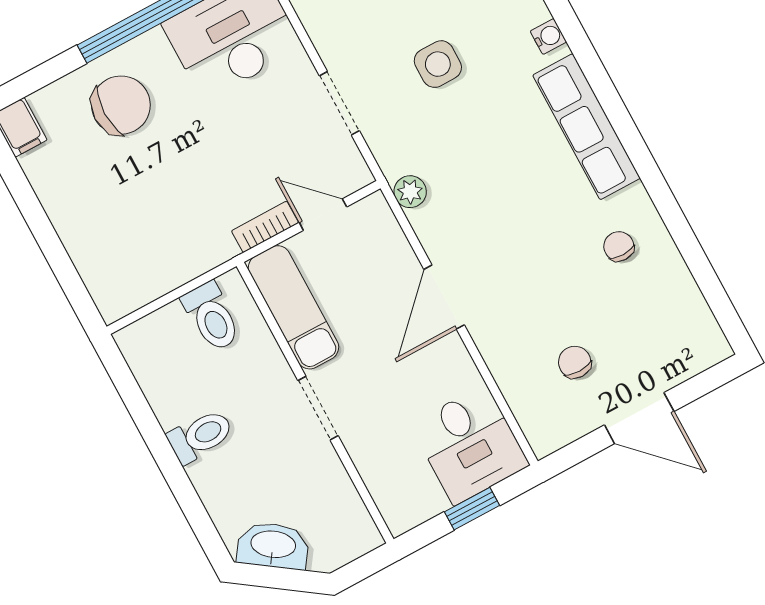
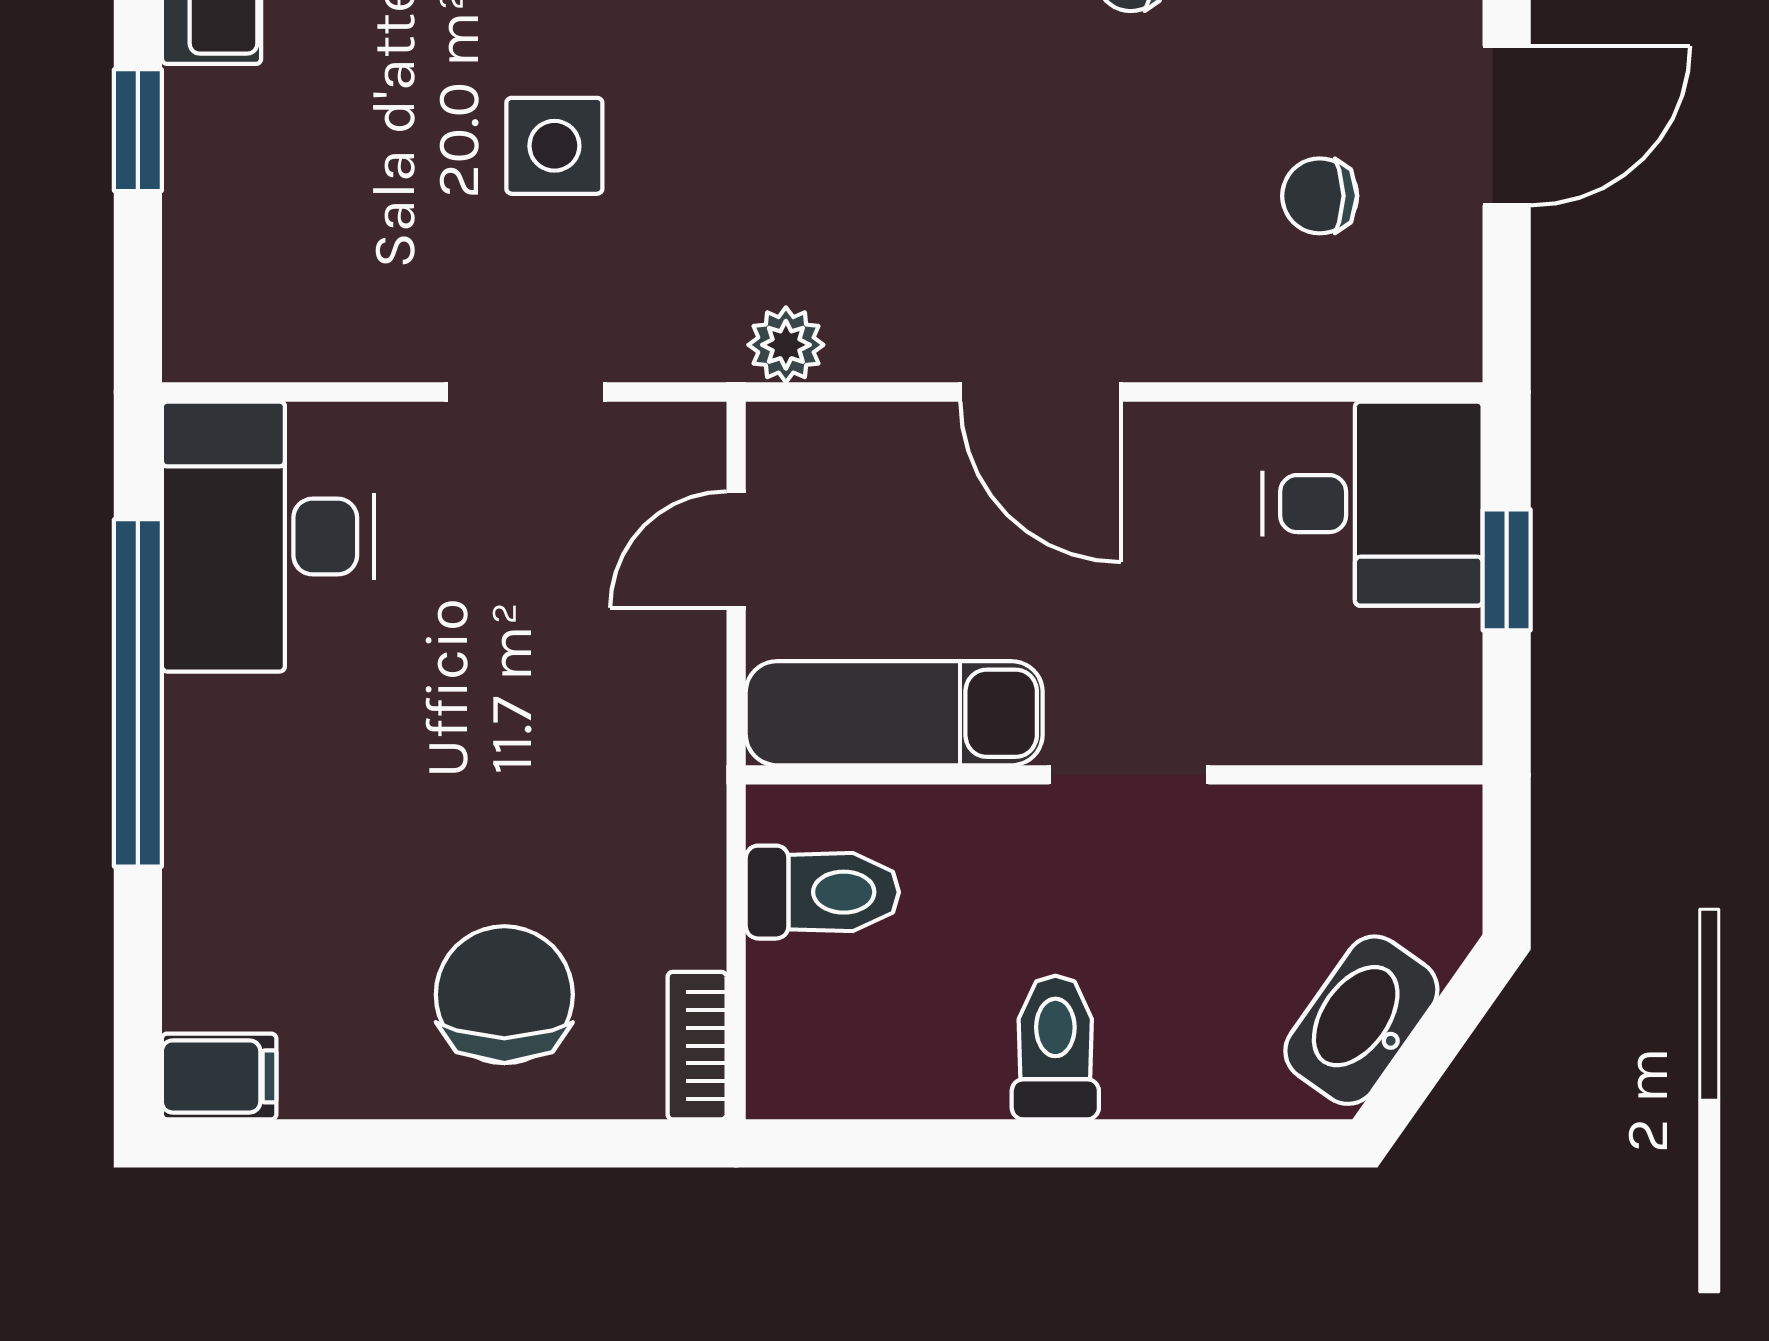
chair: (121, 105) -> (504, 995), moved
bookcase: (265, 227) -> (697, 1046), moved

